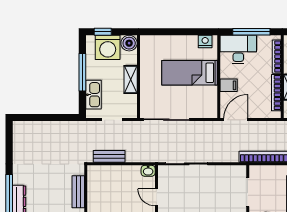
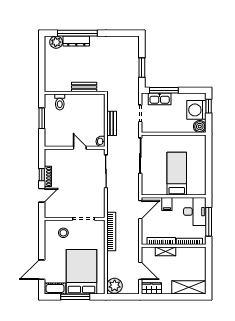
nightstand: (205, 41) -> (201, 186), removed
window: (82, 72) -> (164, 90), moved
shelving: (131, 80) -> (171, 128), removed
window: (53, 117) -> (142, 68), added
door: (236, 120) -> (140, 210), hinge flipped
bench: (109, 156) -> (112, 123), moved
door: (156, 197) -> (80, 148), hinge flipped

